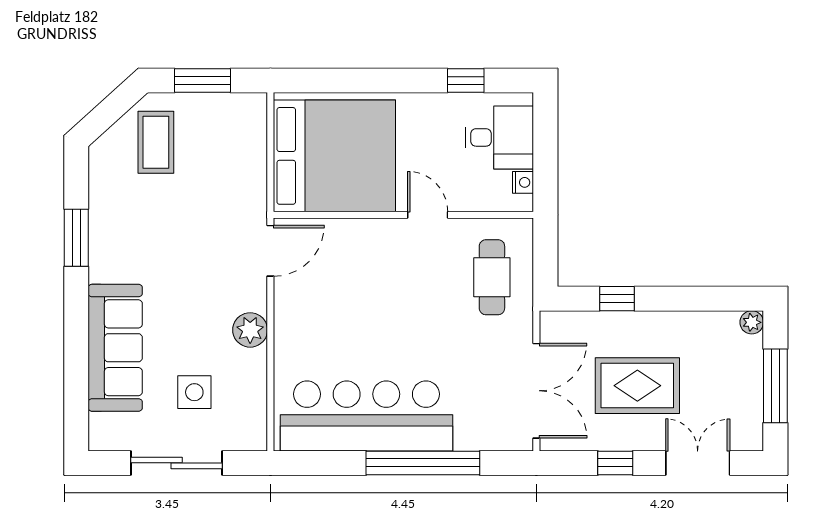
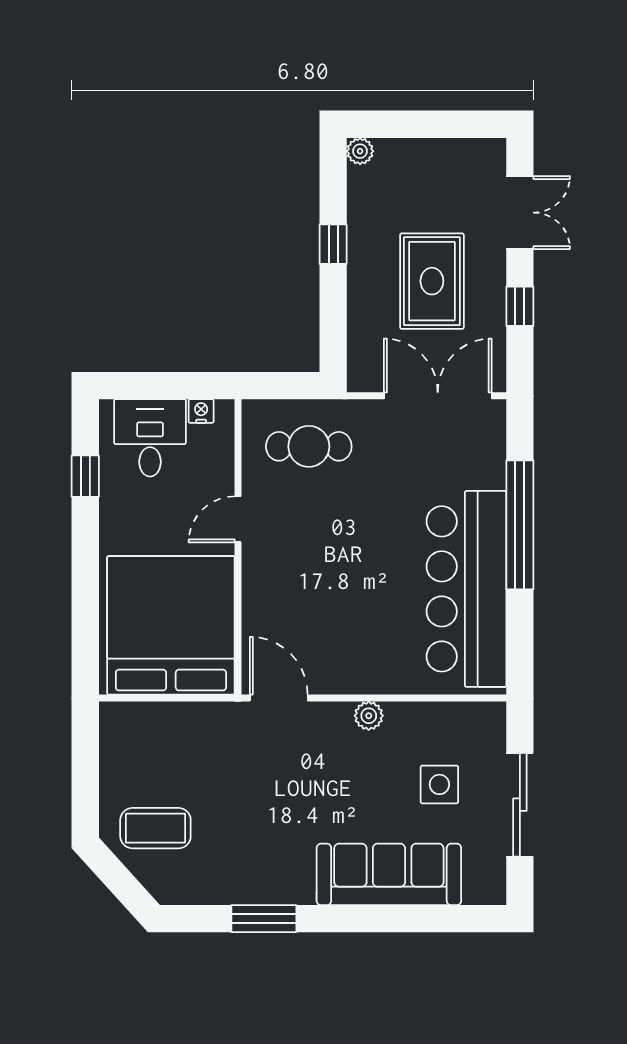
window: (203, 81) -> (85, 775), removed
window: (617, 299) -> (333, 244), moved
plant: (250, 330) -> (369, 716), width x0.73, depth x0.73
window: (775, 386) -> (432, 124), removed
double door: (698, 463) -> (520, 213), swing flipped

